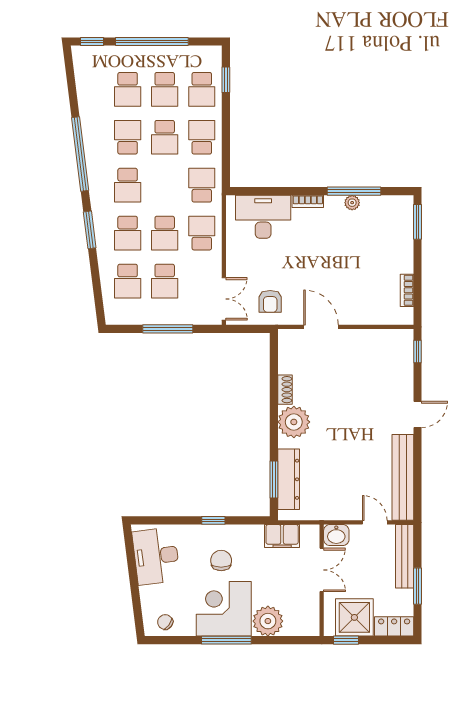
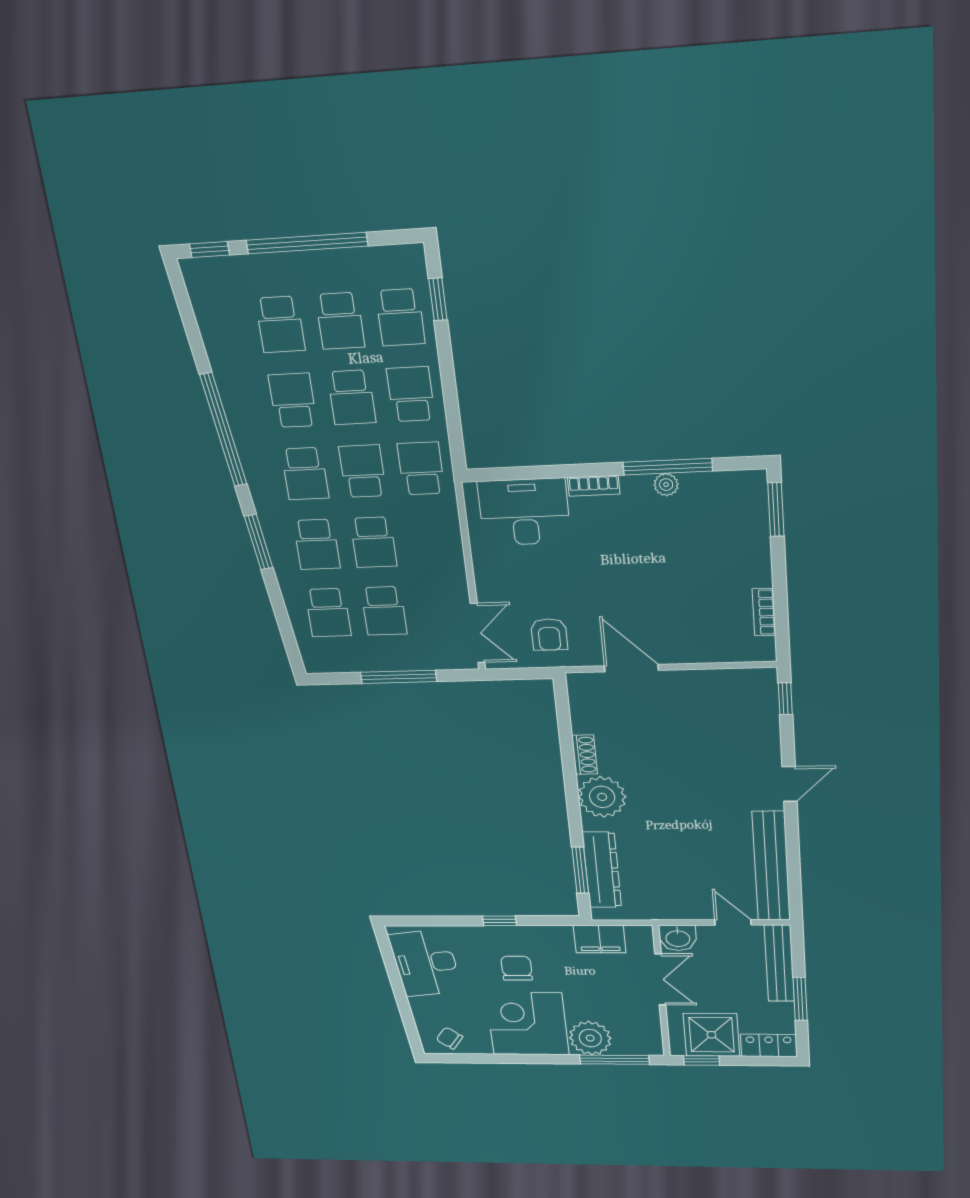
school desk: (202, 233) -> (363, 471), moved
window: (226, 640) -> (614, 1060), moved

